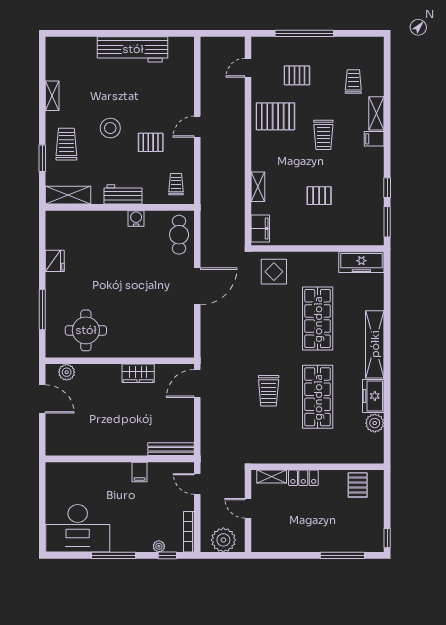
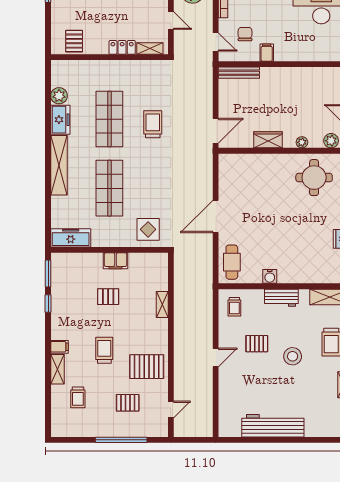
filing cabinet: (260, 229) -> (115, 261), moved, turned -90
plant: (100, 370) -> (302, 142), added
chair: (164, 493) -> (245, 34), added

